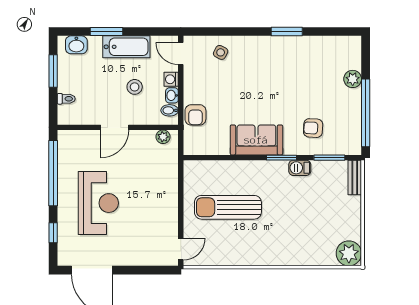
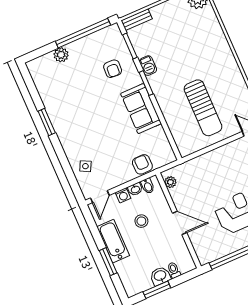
washbasin: (76, 45) -> (160, 276), moved, turned -90
armchair: (195, 115) -> (142, 164), turned -90

